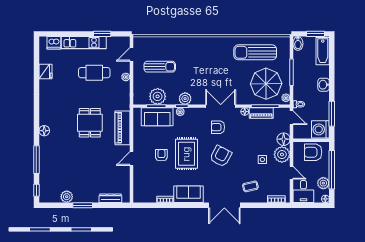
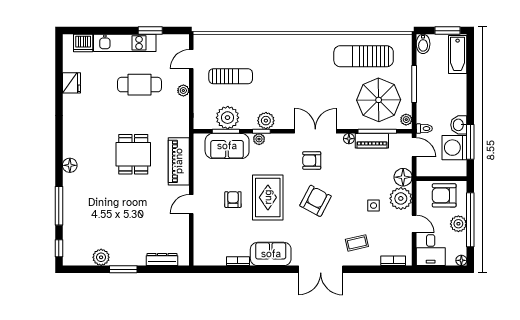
washbasin: (324, 85) -> (459, 125), moved
washing machine: (320, 129) -> (454, 148), moved
plant: (323, 183) -> (458, 224), moved

